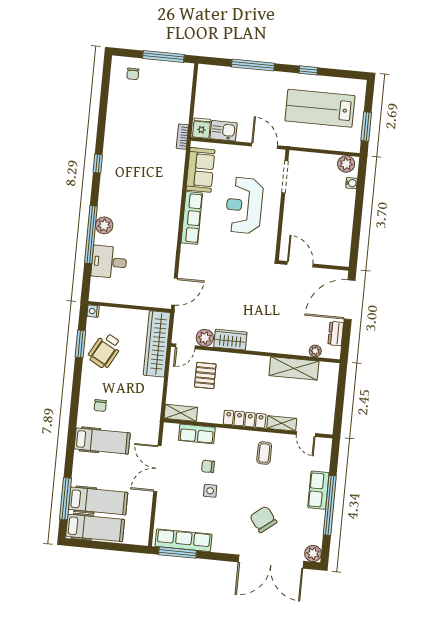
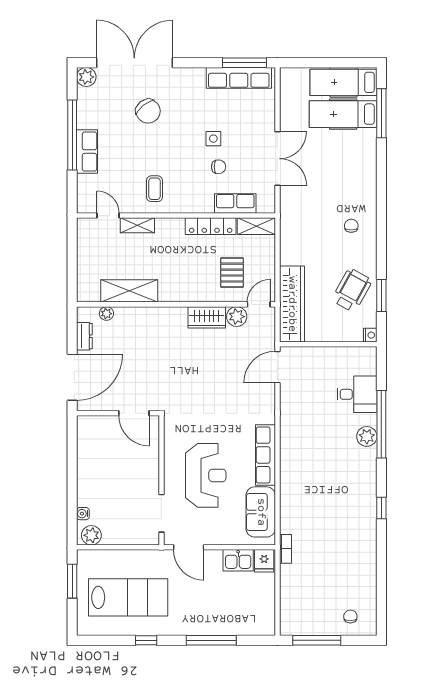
locker: (245, 419) -> (211, 226), moved
hospital bed: (102, 441) -> (345, 185), removed

